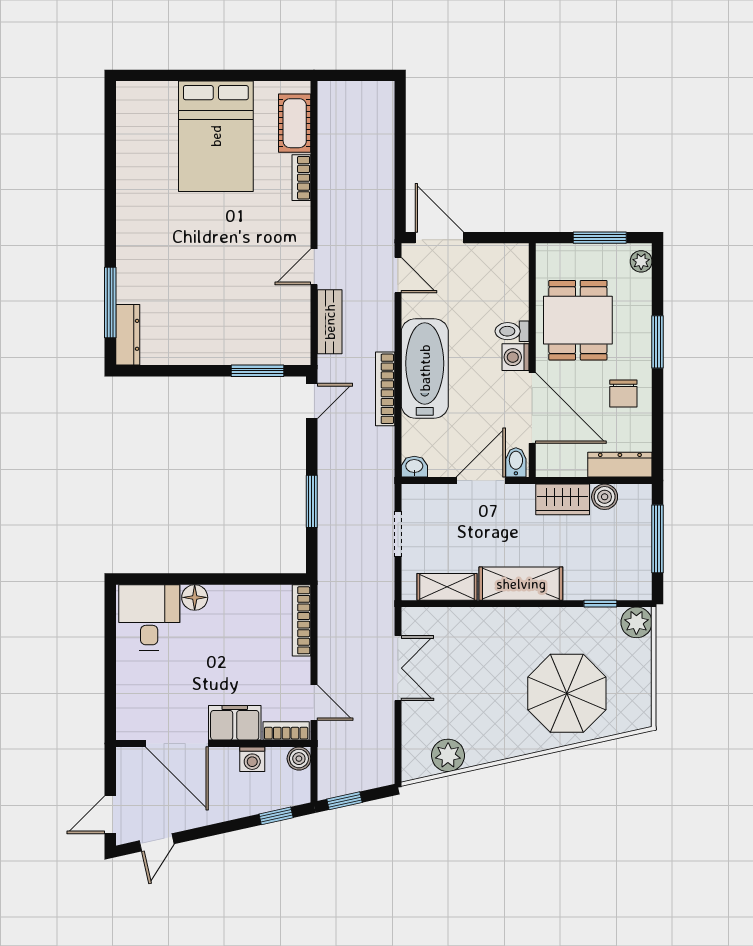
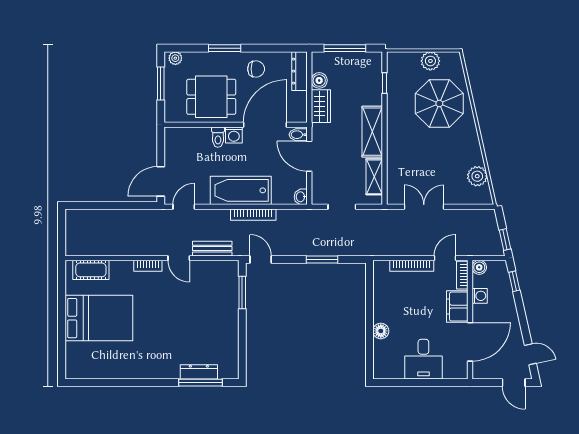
bookcase: (301, 178) -> (148, 266), moved
dresser: (128, 335) -> (199, 372), moved
desk: (149, 617) -> (423, 359), moved, turned -90
bookcase: (301, 620) -> (412, 266), moved
plant: (636, 622) -> (430, 61), moved

